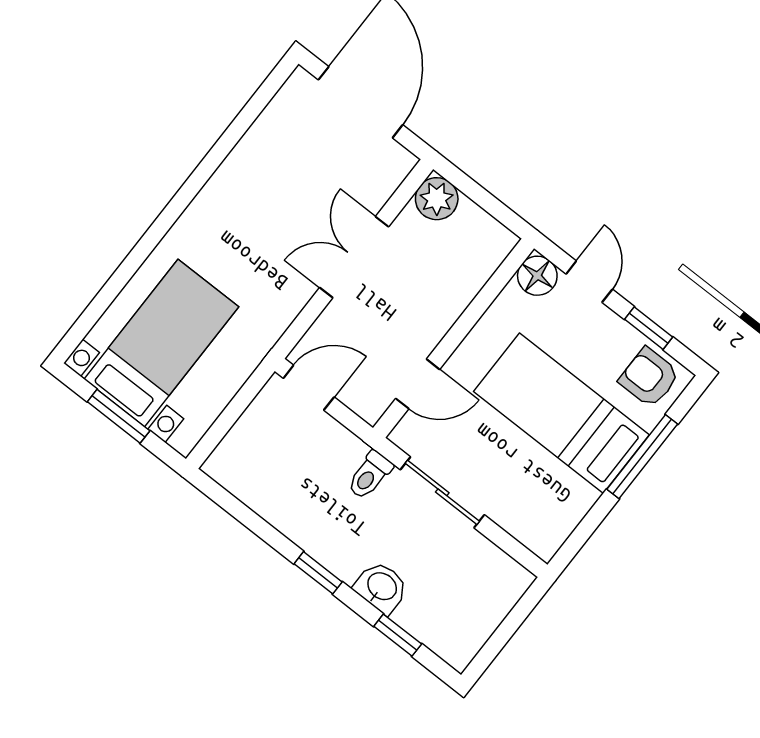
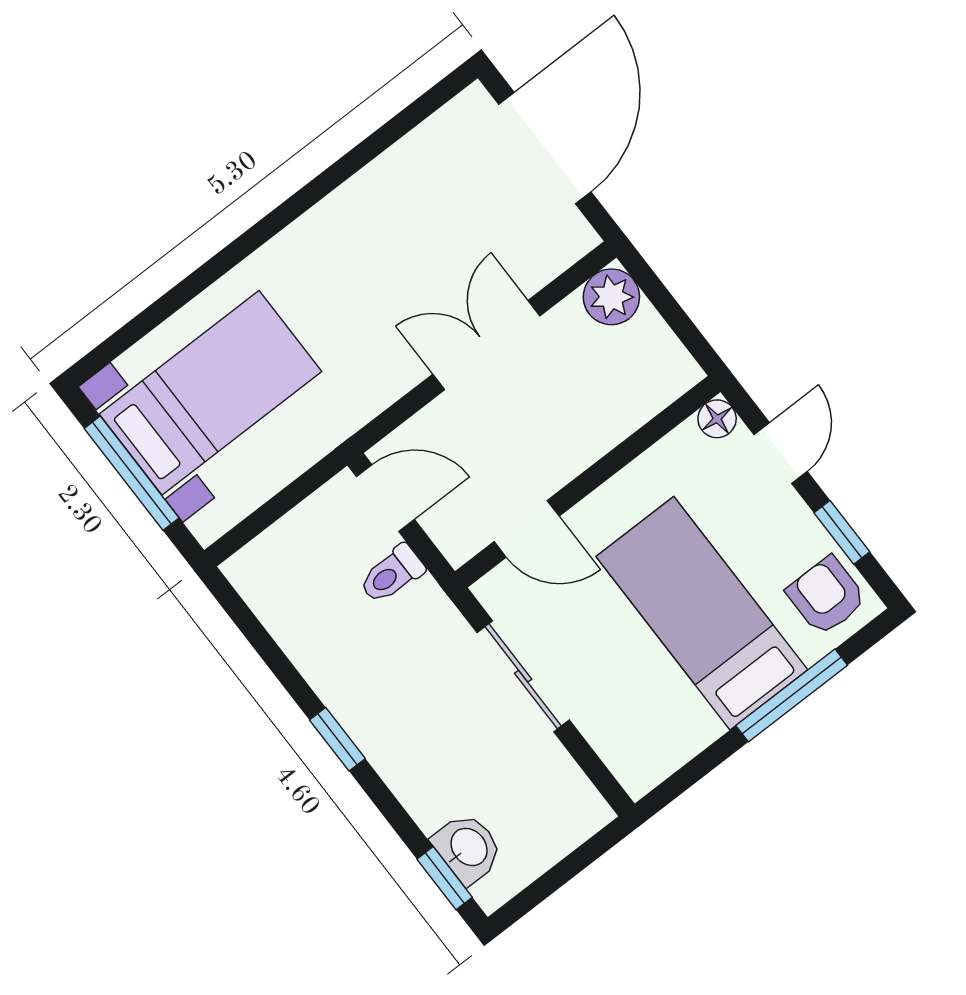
floor lamp: (537, 276) -> (717, 419), width x0.73, depth x0.73
window: (119, 416) -> (132, 473), width x1.44
toilet: (370, 475) -> (392, 574), moved
washbasin: (381, 587) -> (468, 848), moved
window: (398, 635) -> (445, 878), moved

